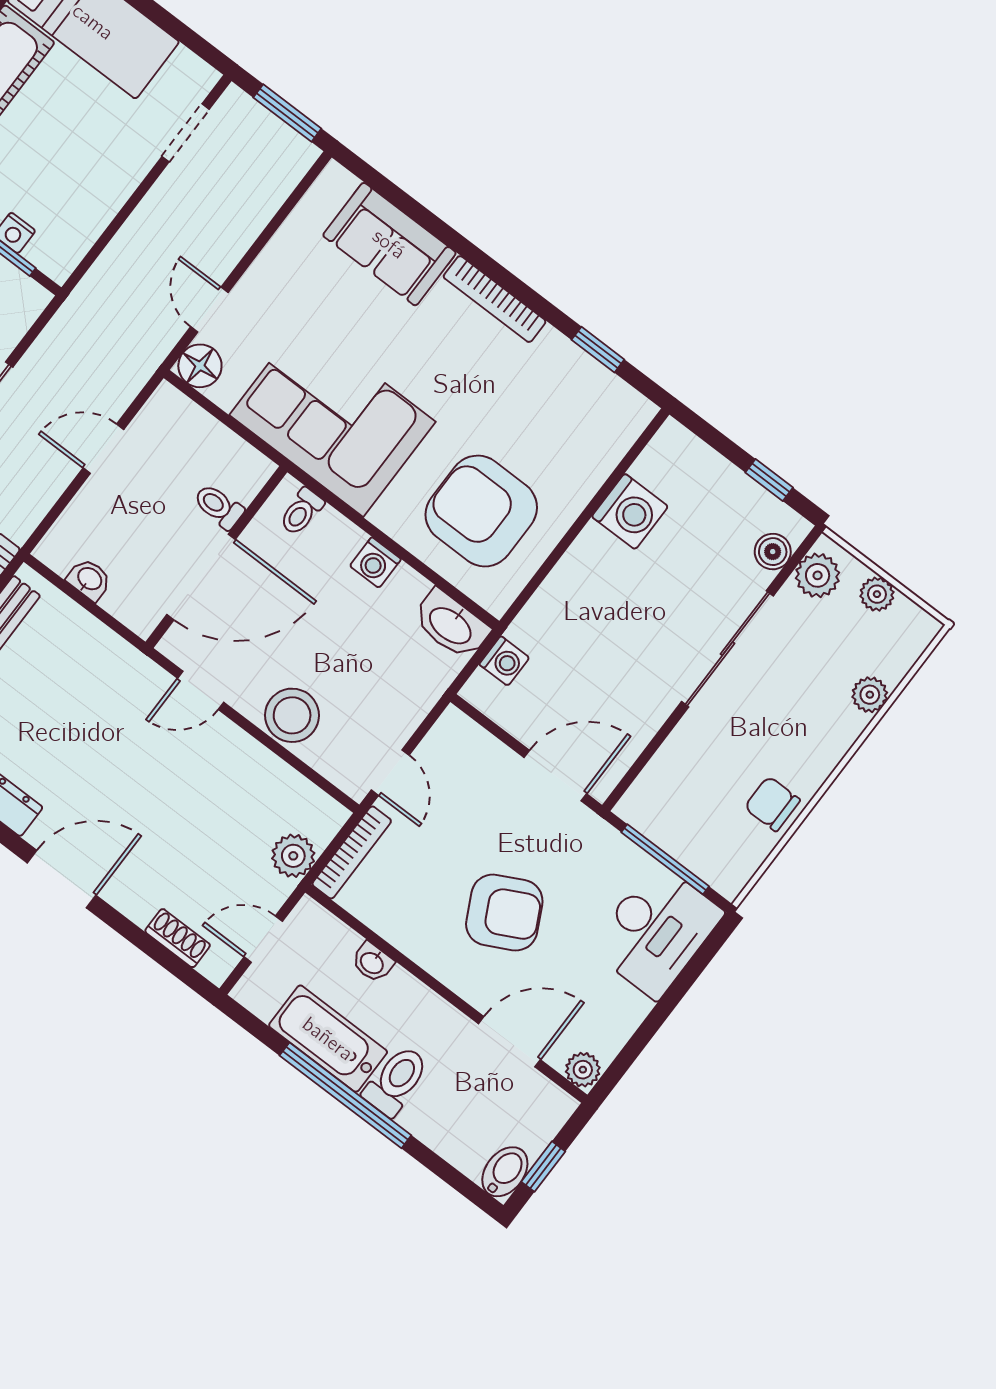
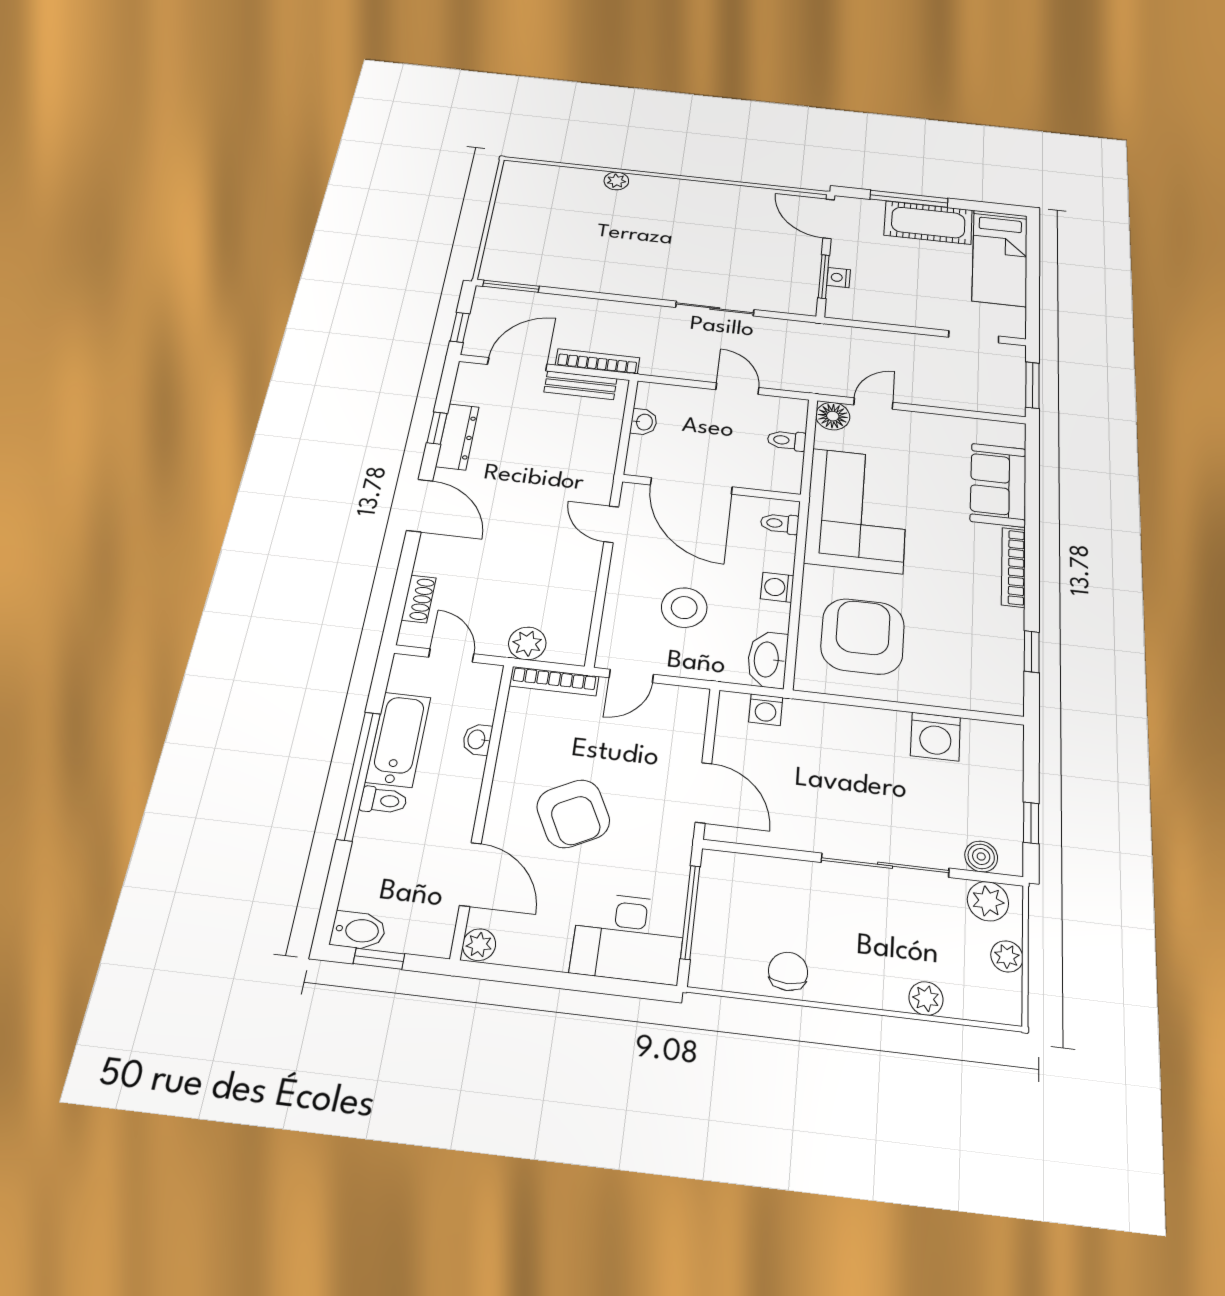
toilet: (219, 506) -> (787, 440), moved, turned -90
stool: (292, 715) -> (684, 608), moved
toilet: (396, 1081) -> (384, 801), width x0.73, depth x0.72

